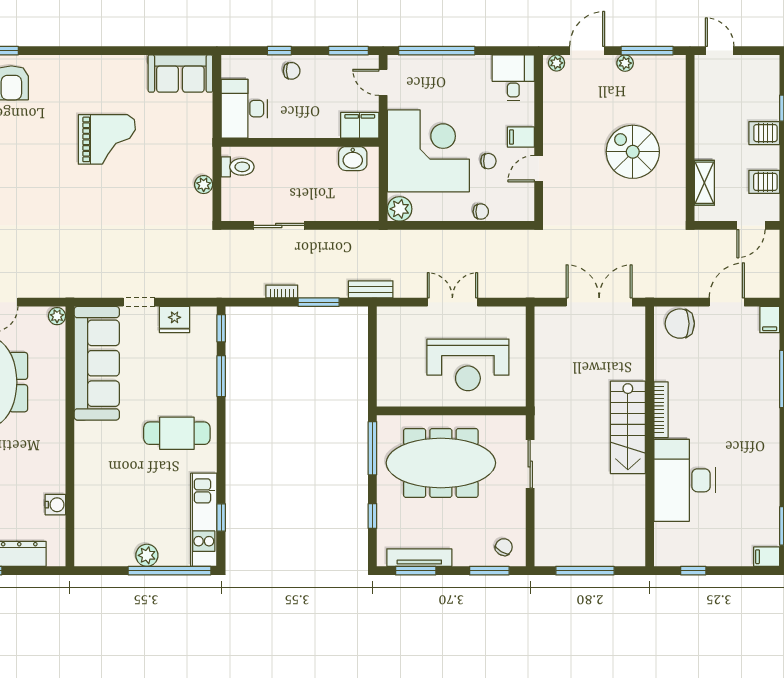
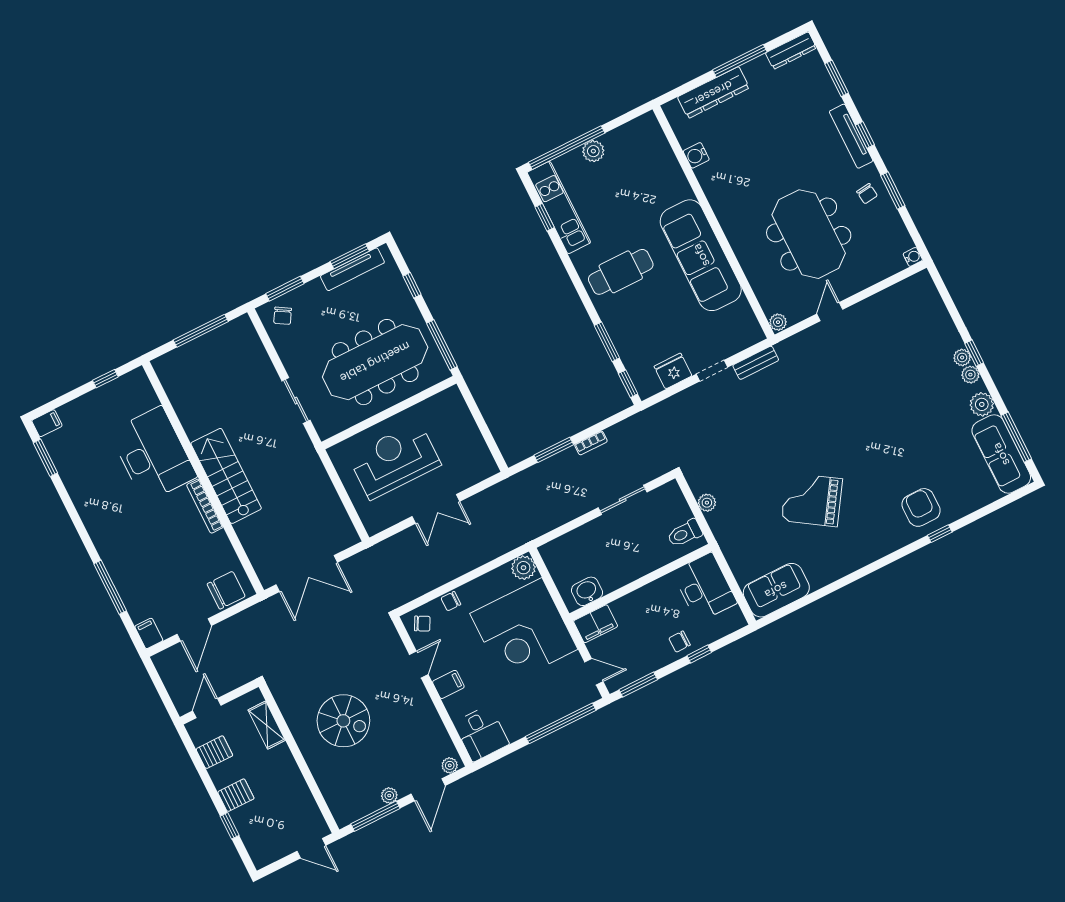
grand piano: (107, 139) -> (812, 500), turned 33
chair: (488, 161) -> (422, 624), moved, turned -152
bench: (371, 289) -> (756, 363), moved
sofa: (97, 363) -> (701, 255), moved

